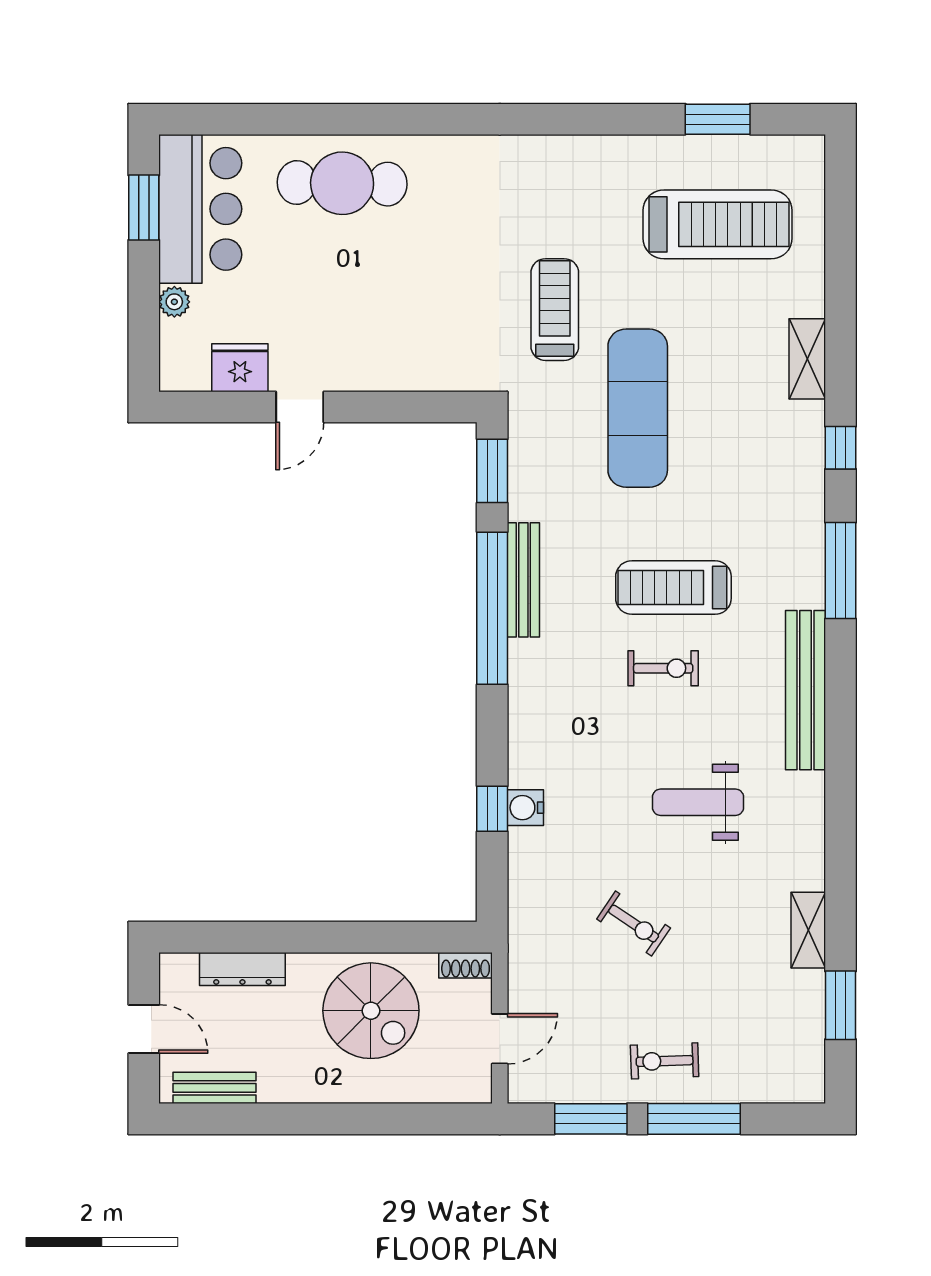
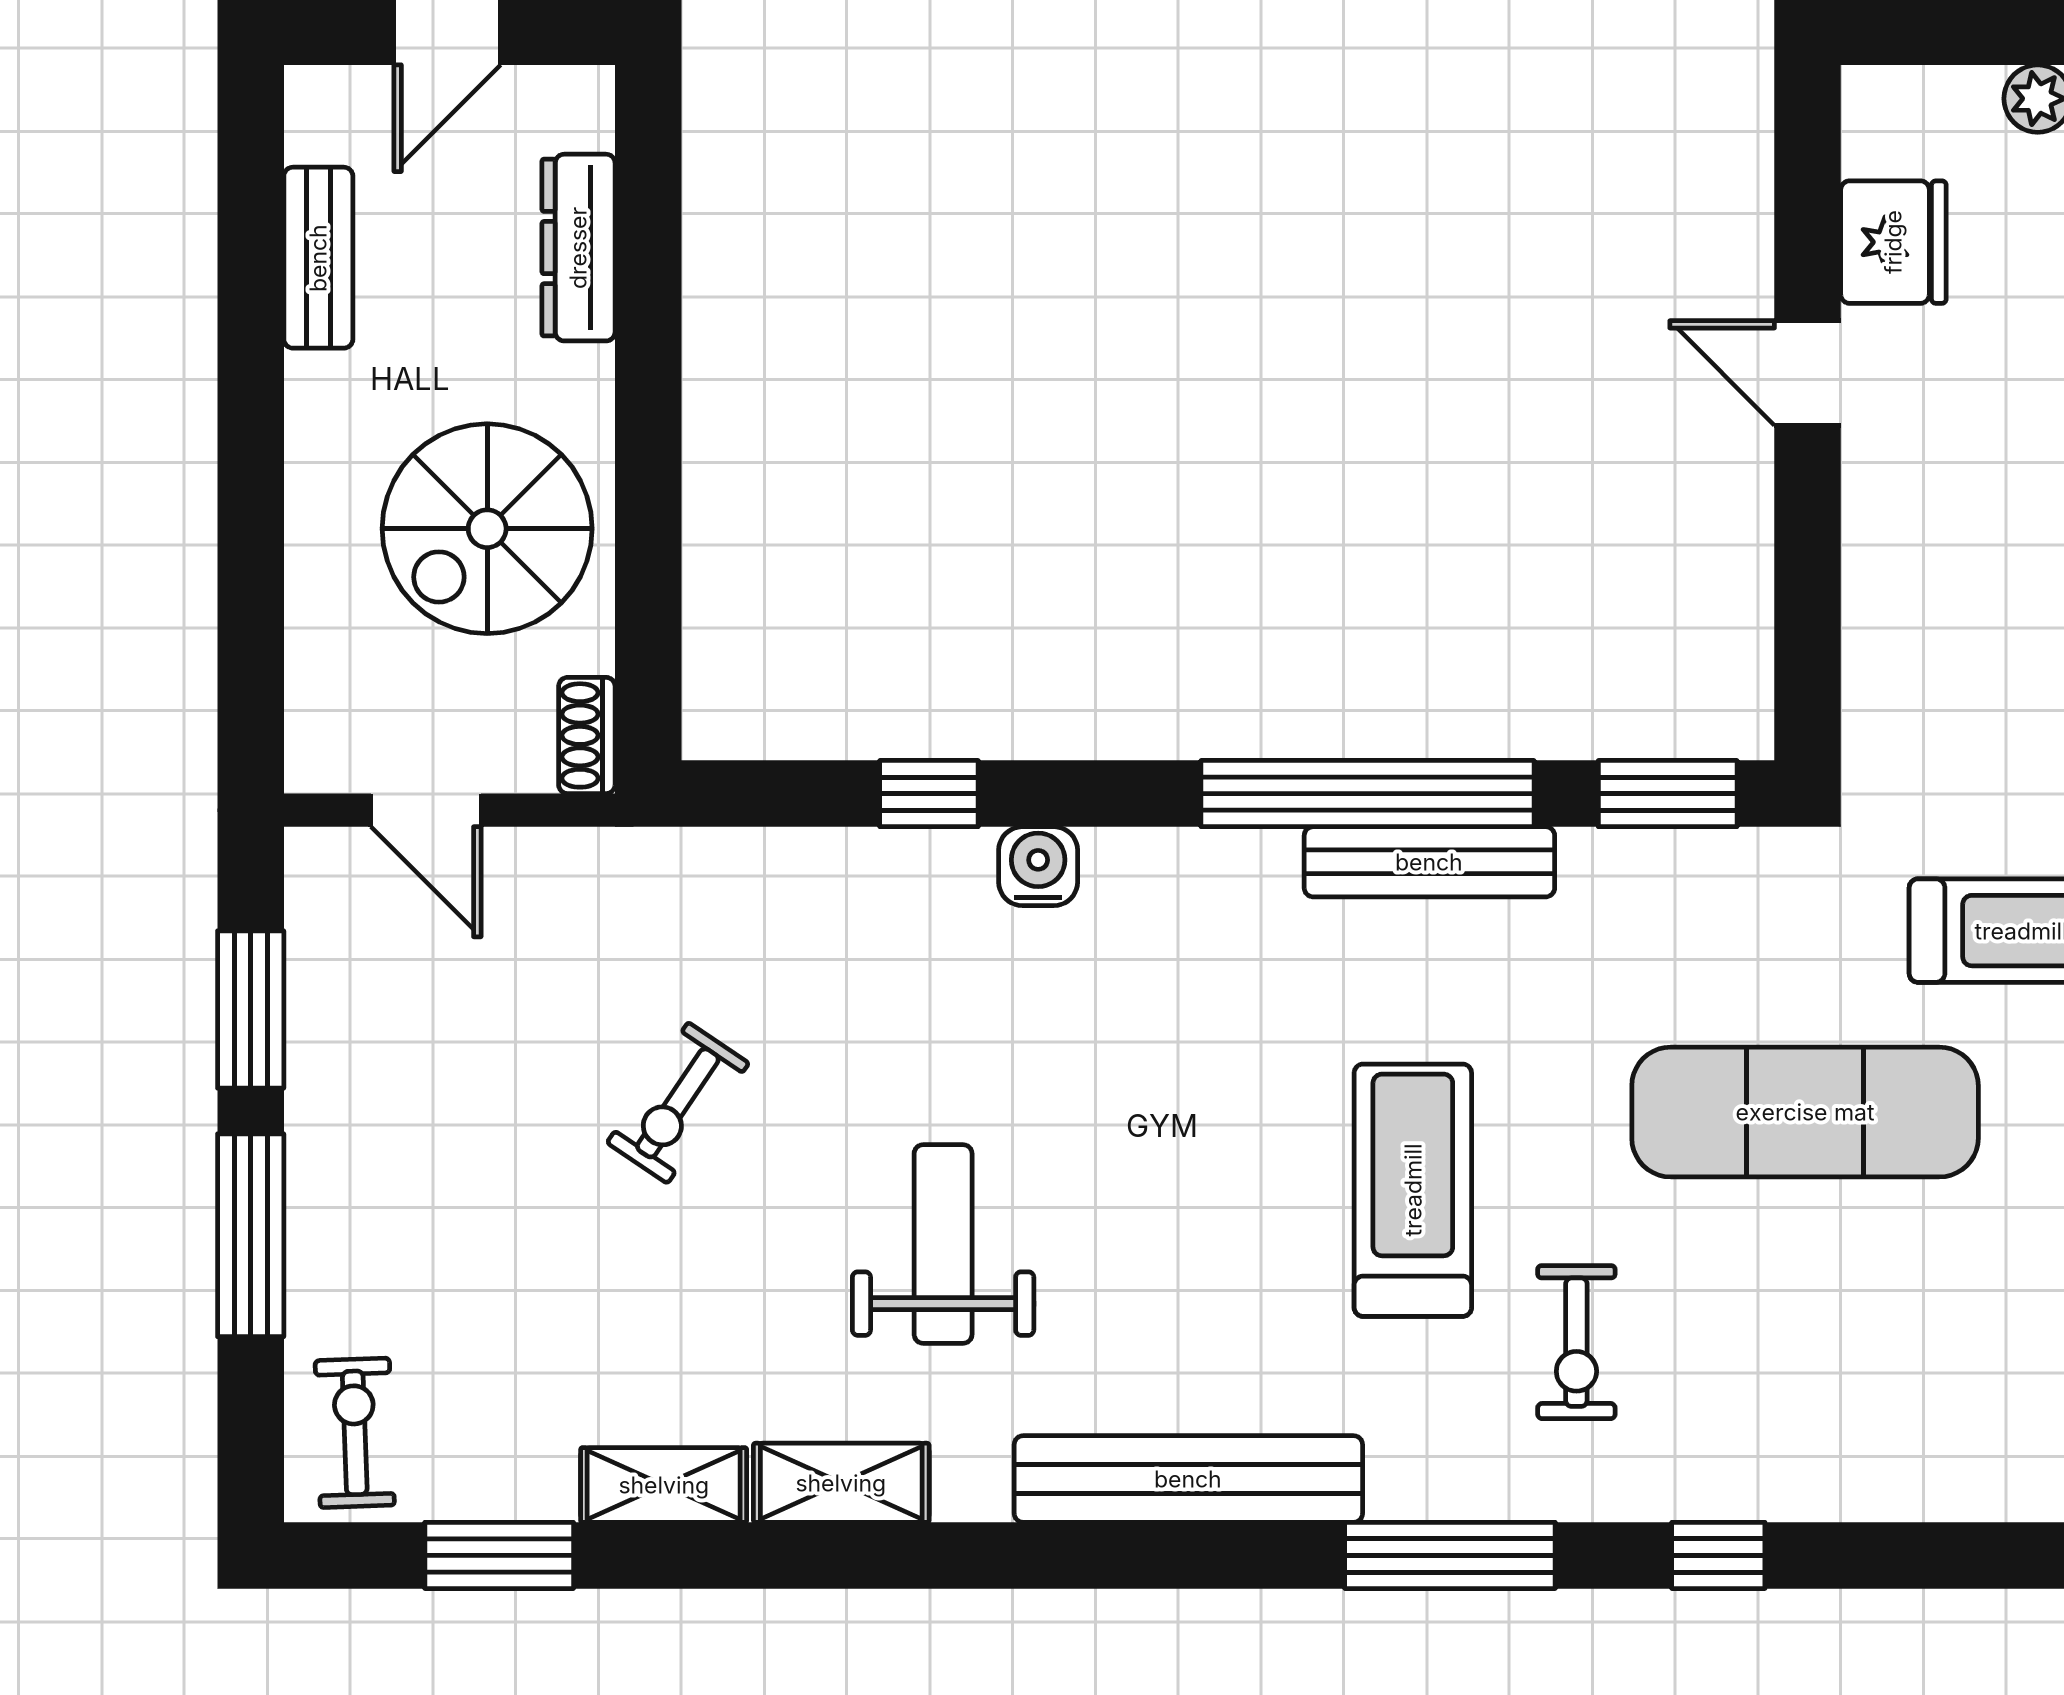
shelving: (807, 359) -> (841, 1483), moved
exercise bike: (663, 668) -> (1576, 1342), moved
water cooler: (525, 808) -> (1038, 866), moved
exercise bike: (665, 1061) -> (355, 1433), moved
bench: (214, 1088) -> (318, 258), moved

